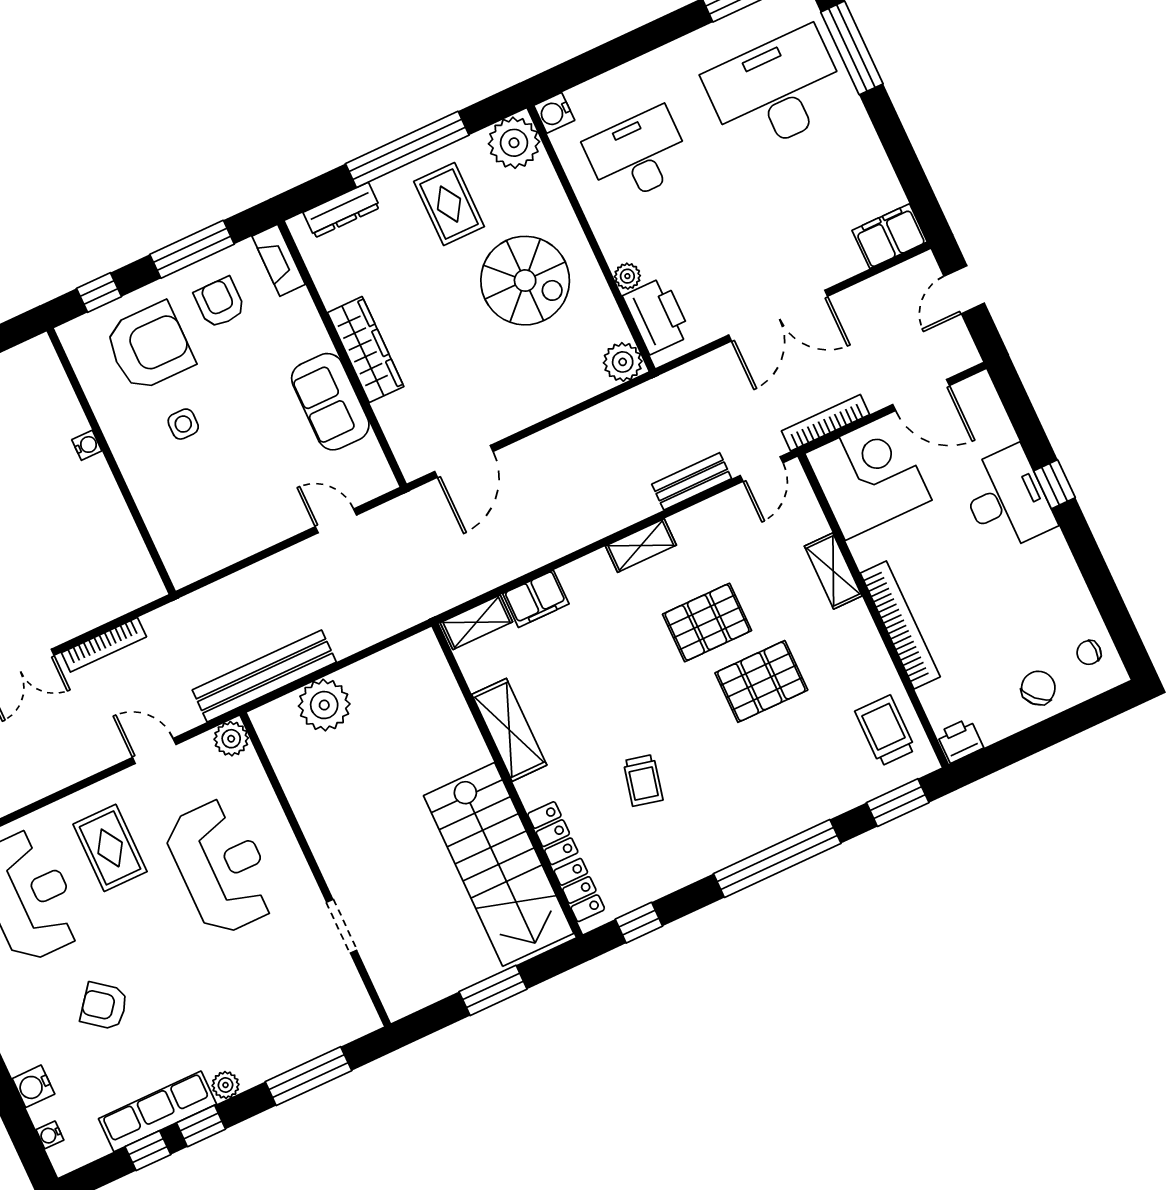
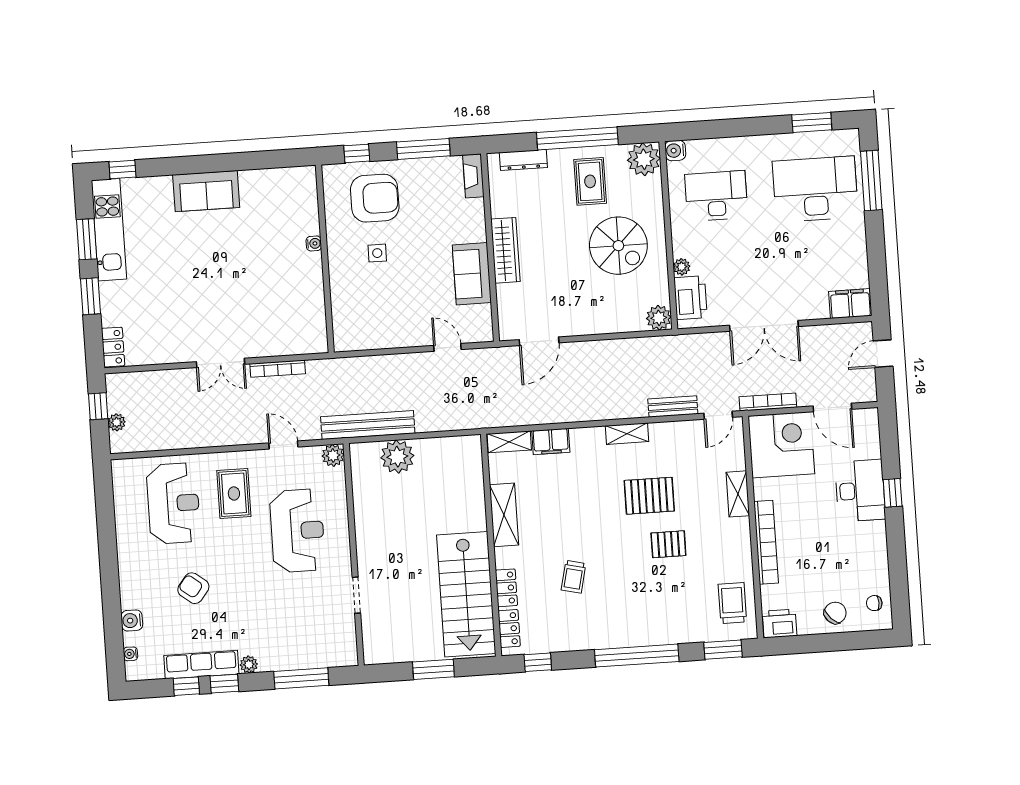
armchair: (220, 303) -> (428, 188), removed
pallet: (761, 681) -> (668, 544), width x0.67, depth x0.71
printer: (960, 740) -> (780, 624), width x1.36, depth x1.24

